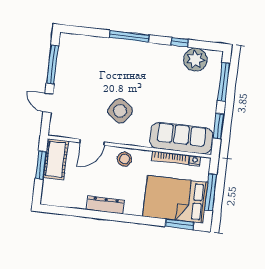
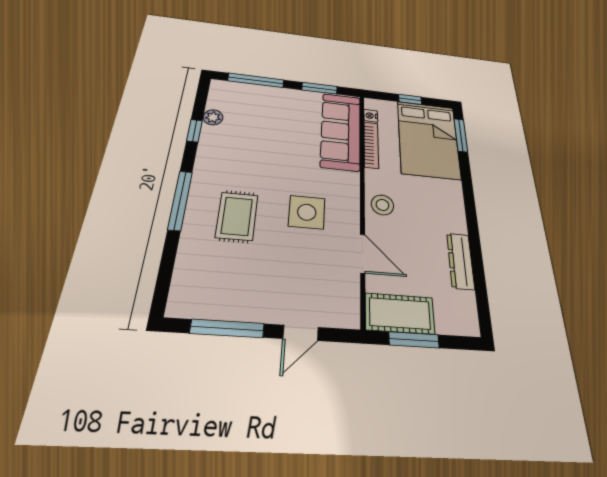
plant: (195, 60) -> (213, 117), width x0.53, depth x0.53
rug: (118, 69) -> (237, 216), added
side table: (120, 111) -> (307, 212), turned -36
window: (211, 192) -> (410, 99), width x0.46
dresser: (106, 205) -> (461, 261), moved

